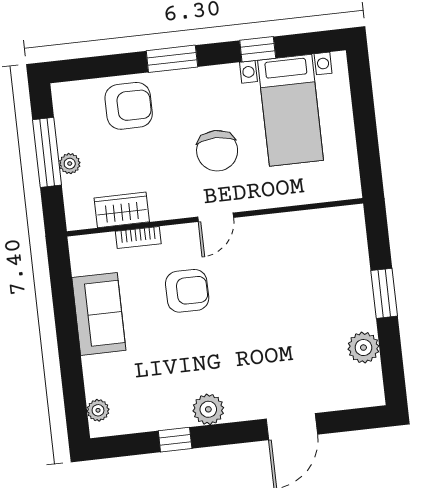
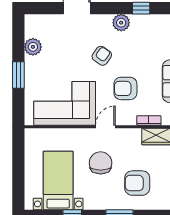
armchair: (129, 106) -> (137, 183), moved
corner sofa: (294, 252) -> (65, 103), added
armchair: (237, 345) -> (102, 56), added

